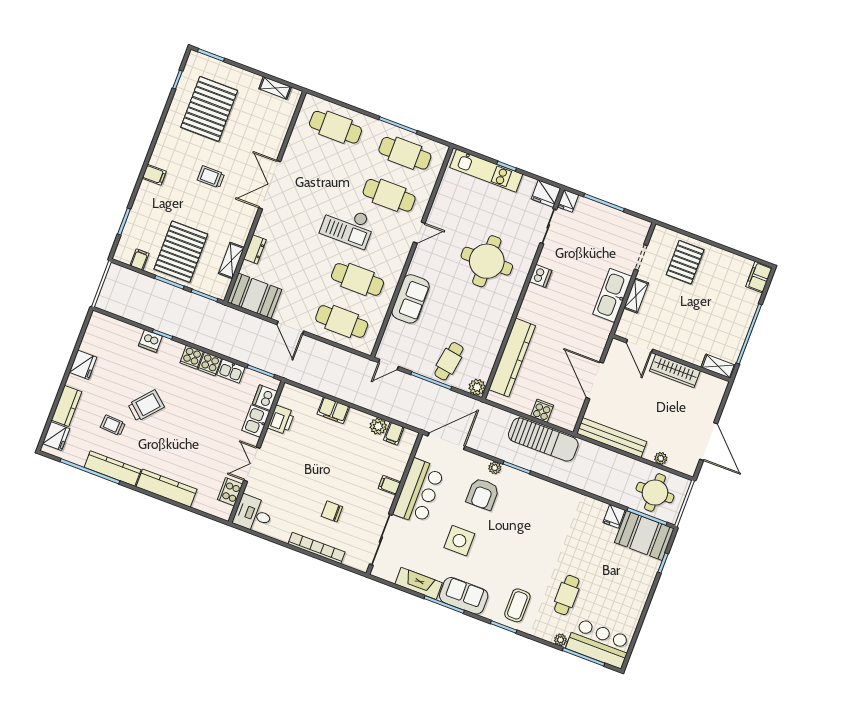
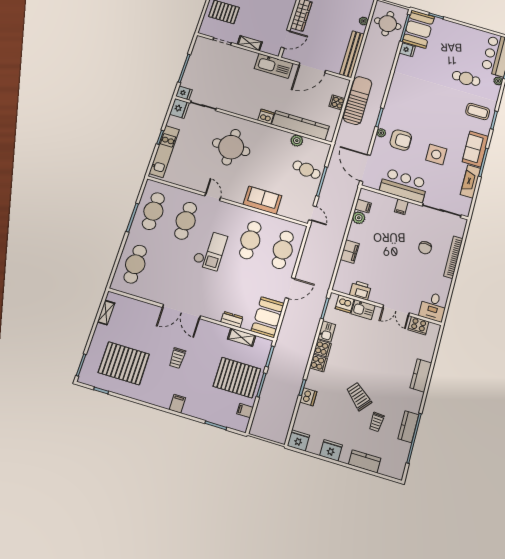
dishwasher: (541, 276) -> (266, 117), moved
kitchen sink: (612, 295) -> (274, 66), moved
plant: (477, 387) -> (297, 141), moved
fridge: (56, 436) -> (298, 440), moved
kitchen counter: (113, 469) -> (408, 427), width x0.67
kitchen counter: (166, 488) -> (421, 375), width x0.67

